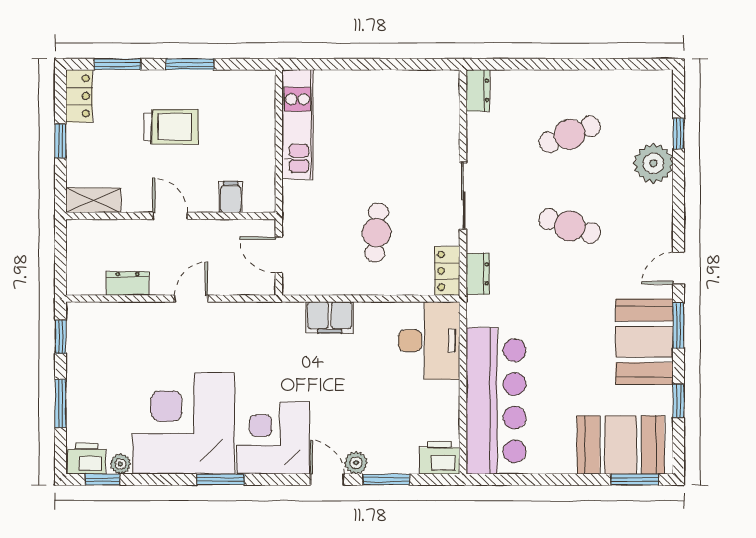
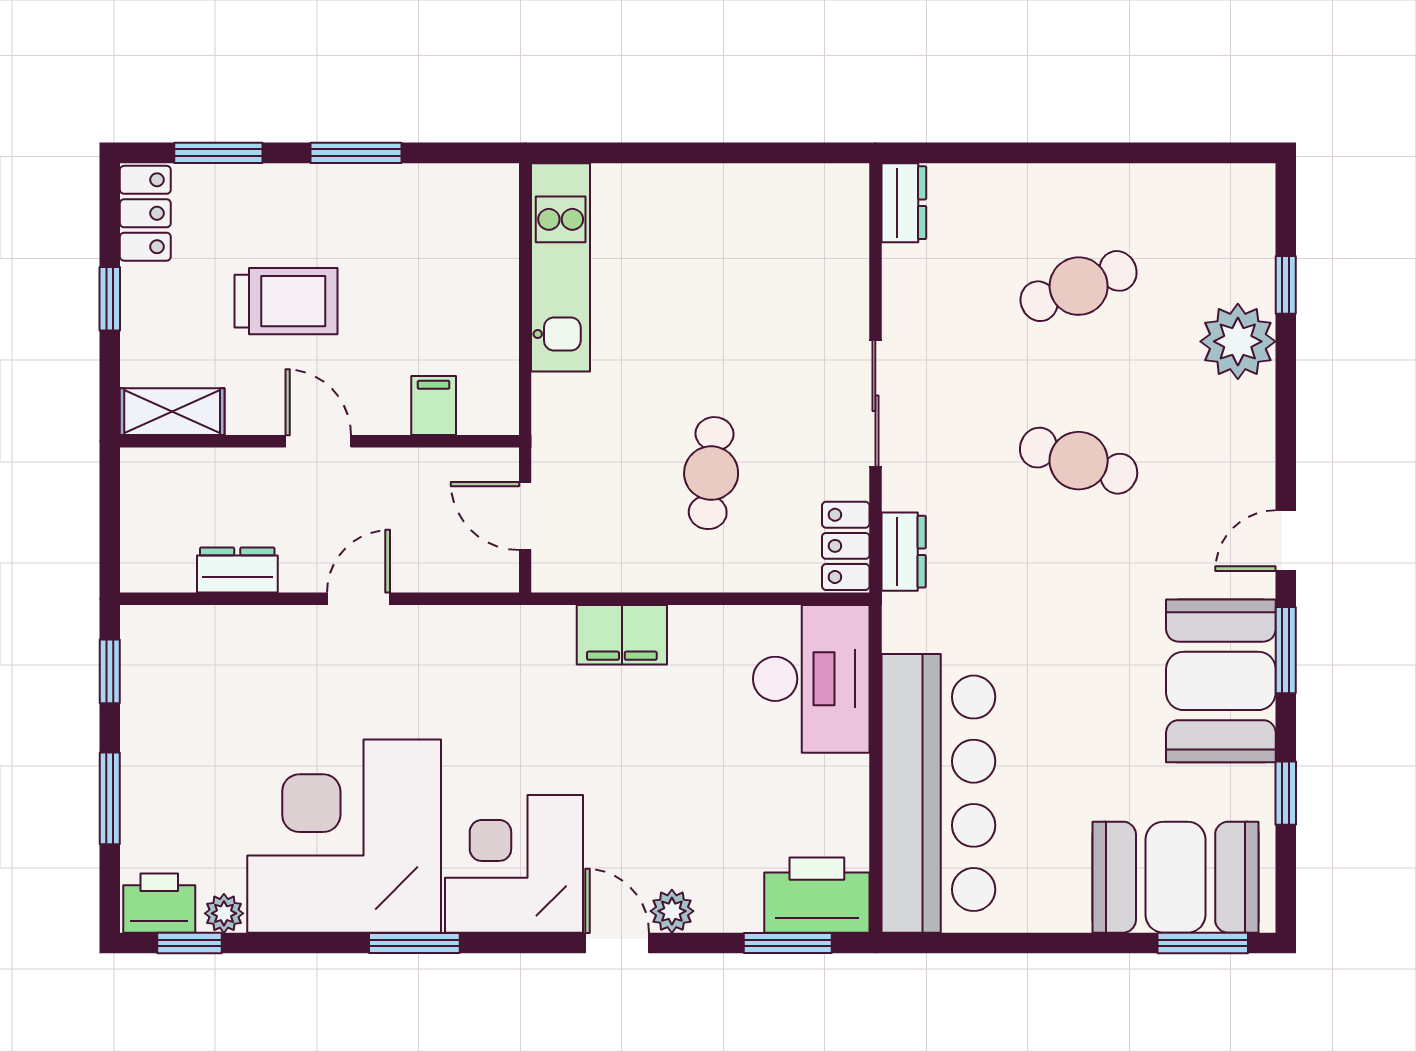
trolley: (171, 127) -> (286, 301), moved
printer: (440, 458) -> (817, 895), width x1.37, depth x1.19
window: (386, 479) -> (788, 943), moved

